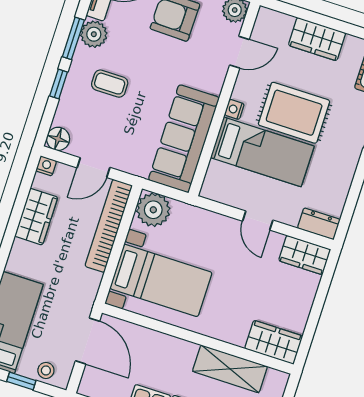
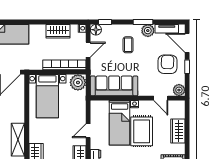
window: (59, 84) -> (105, 22), moved
door: (93, 168) -> (88, 50), swing flipped

